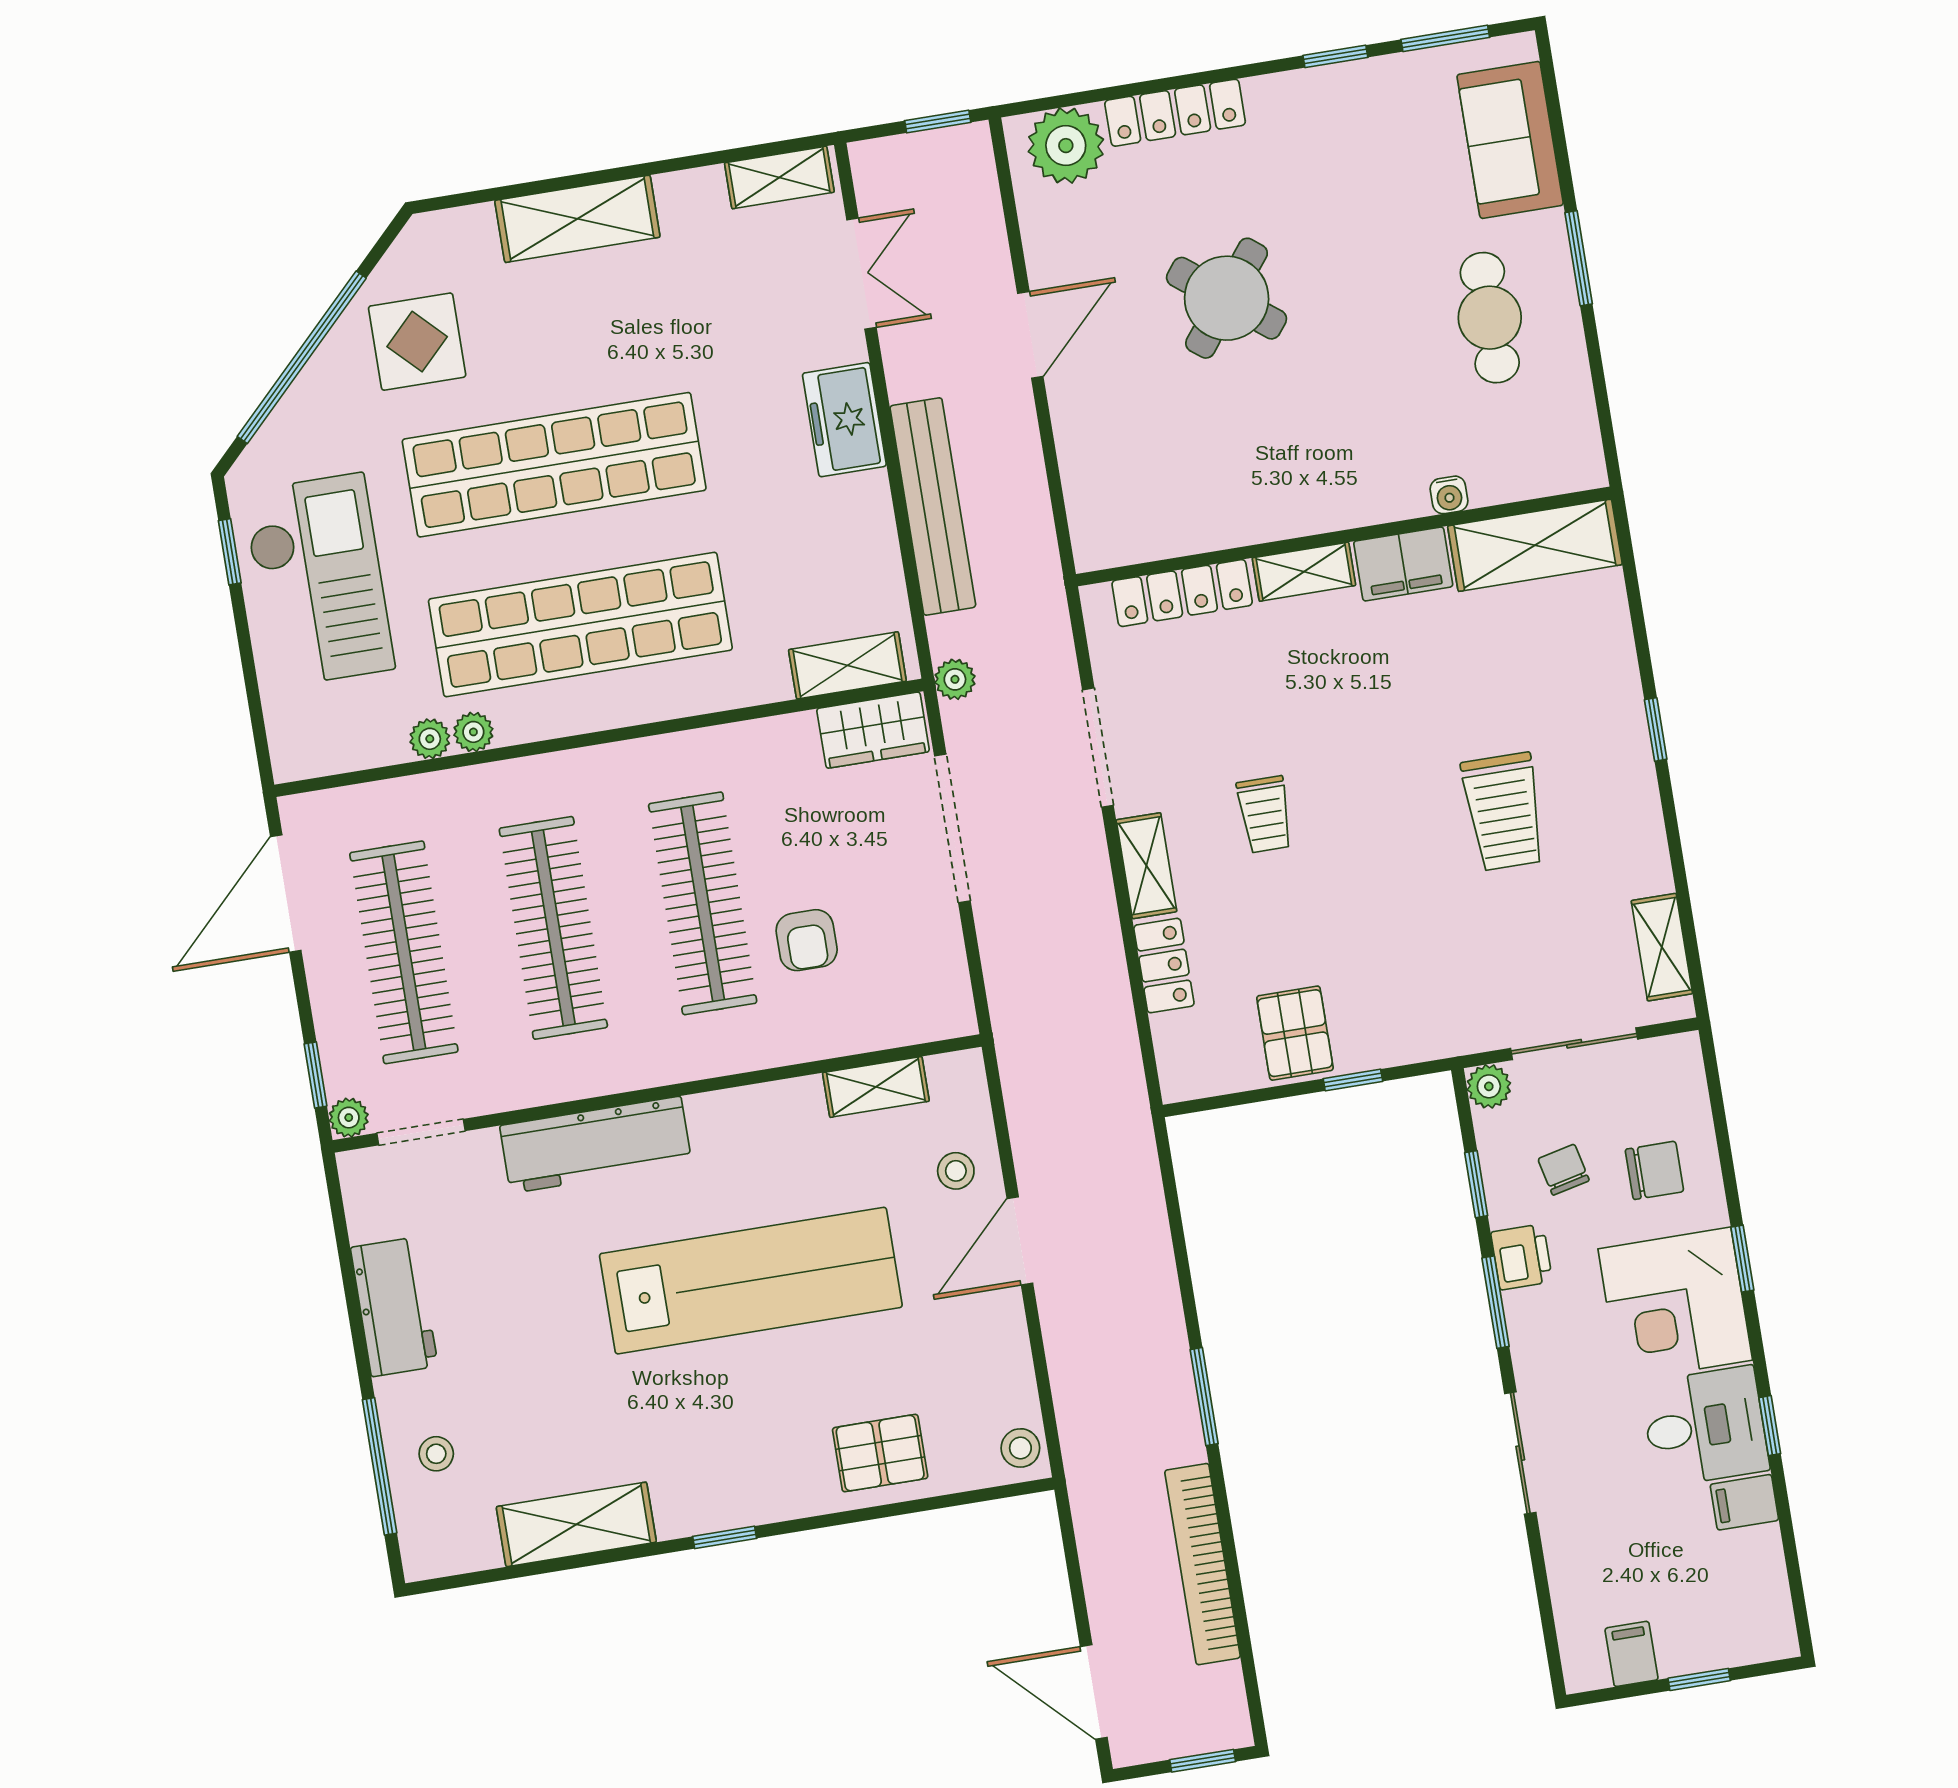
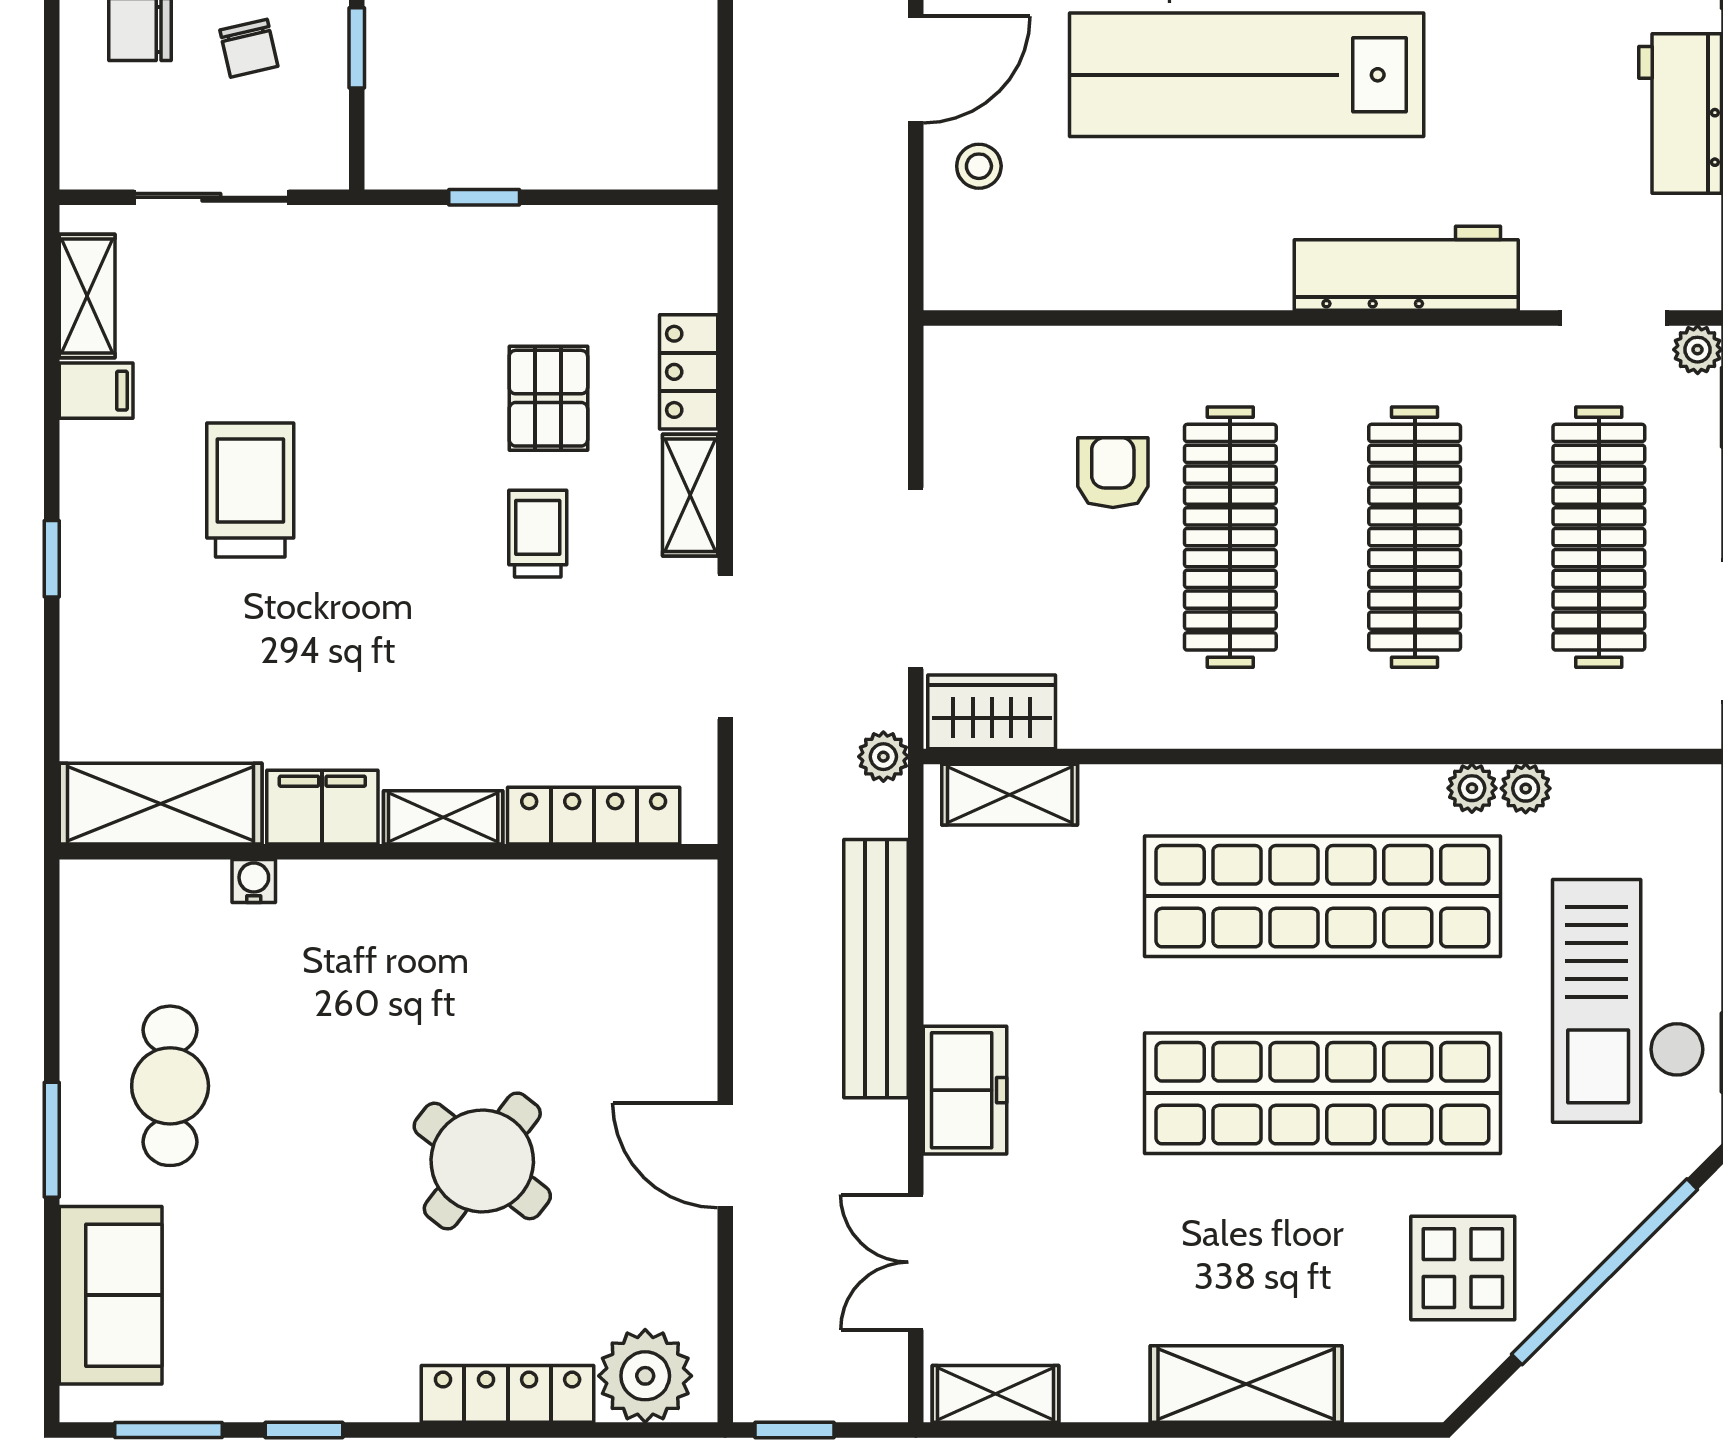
door: (1030, 335) -> (725, 1155), hinge flipped
filing cabinet: (1642, 872) -> (96, 391), added
pallet: (1295, 1033) -> (548, 398), moved
plant: (1489, 1086) -> (322, 163), removed
shelving: (876, 1087) -> (1058, 283), removed

